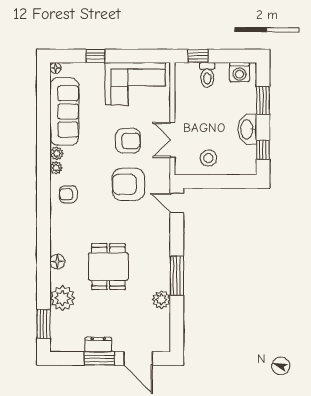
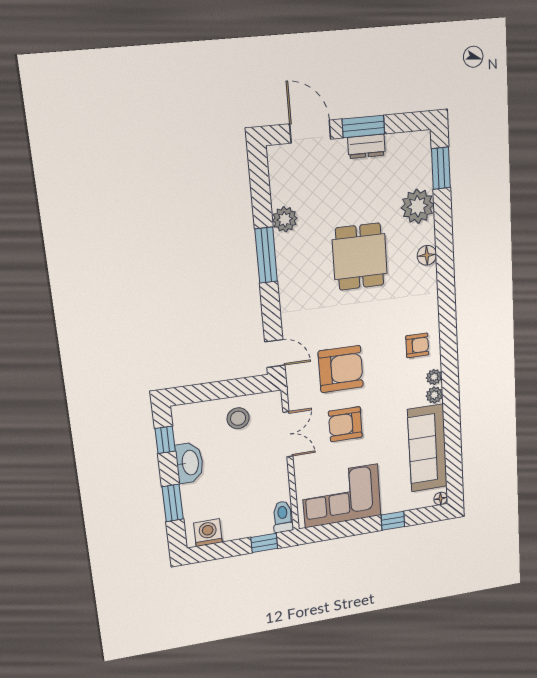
toilet: (207, 75) -> (283, 517), moved

